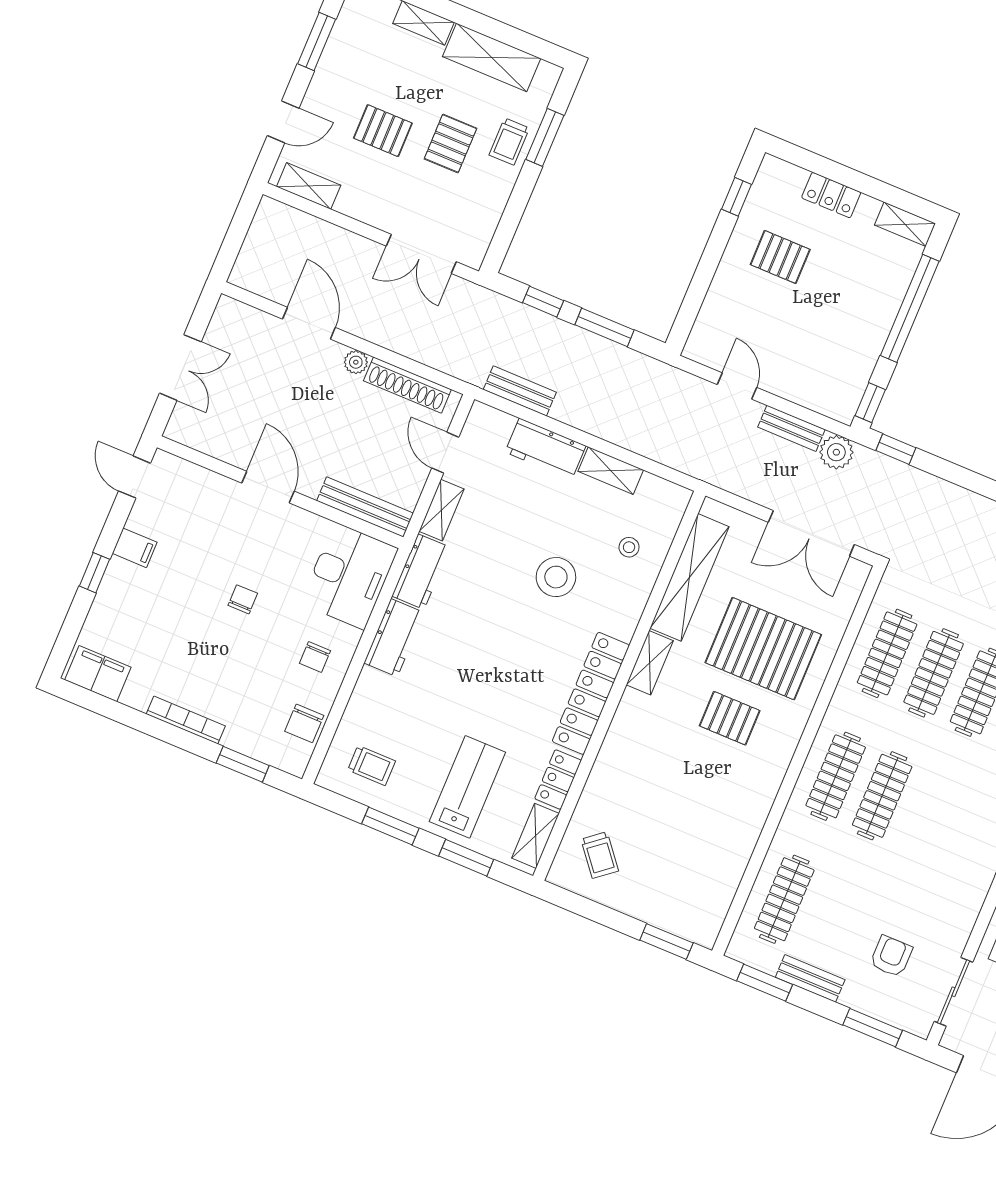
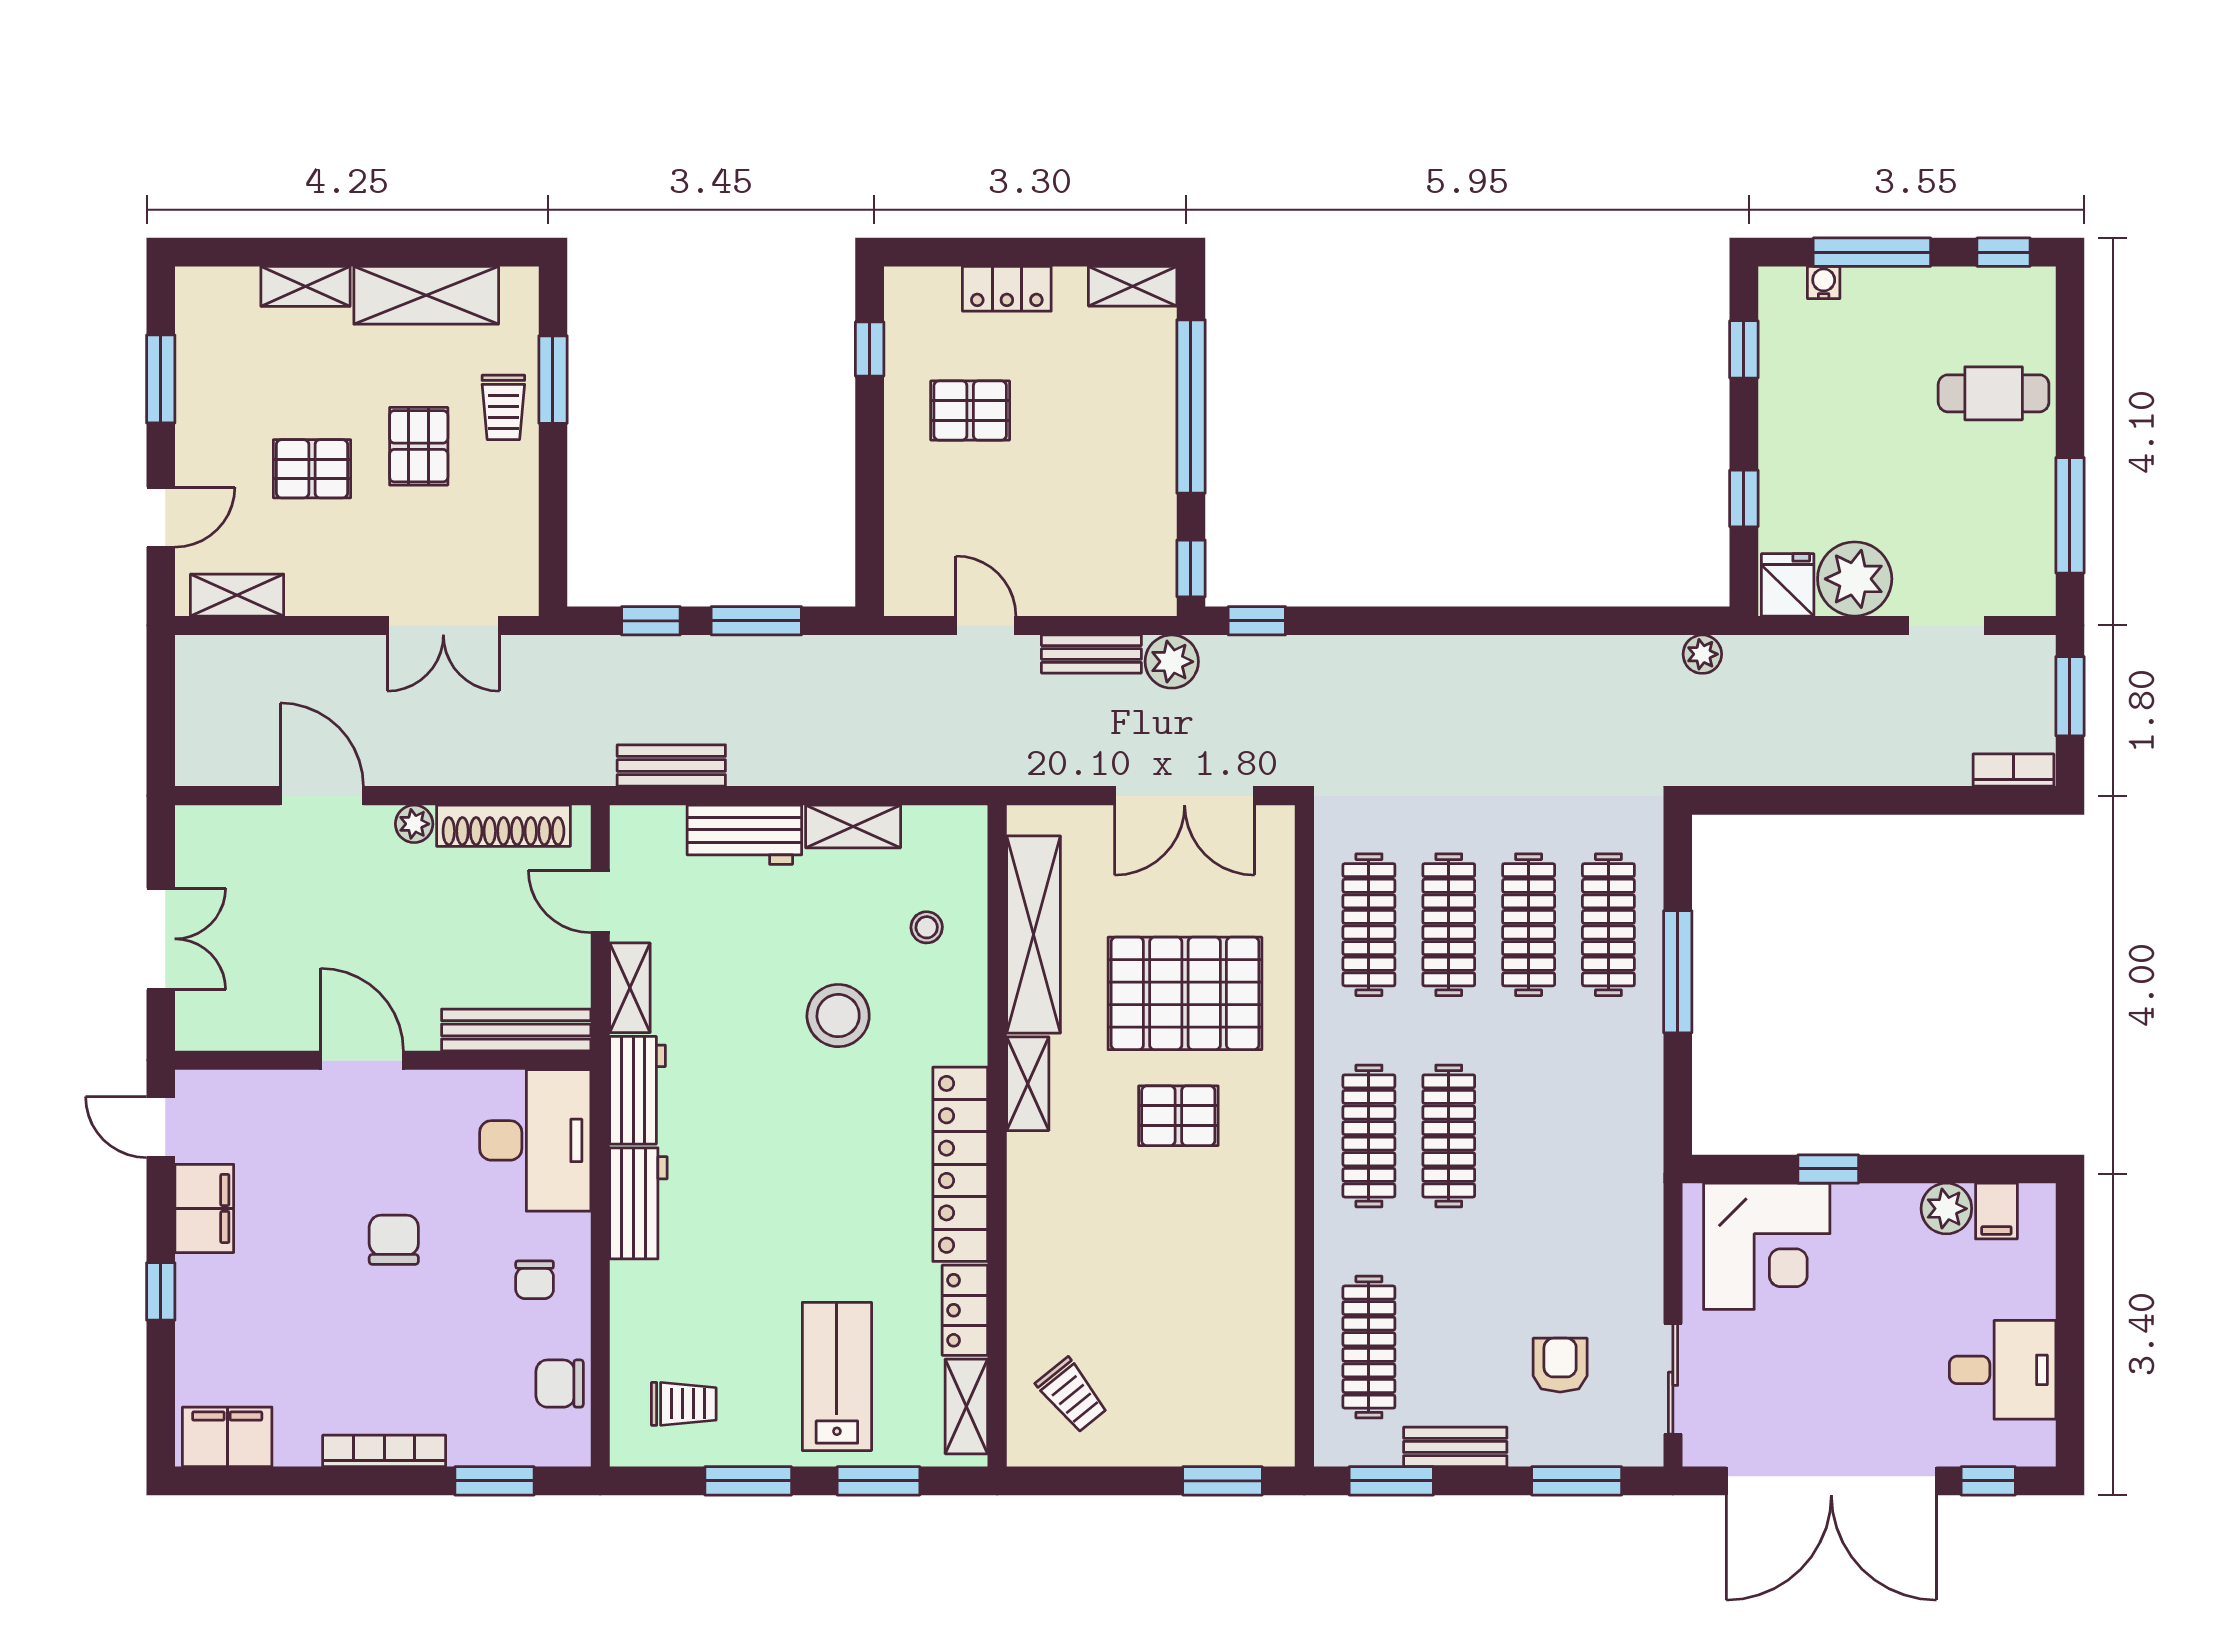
filing cabinet: (135, 548) -> (204, 1208), width x2.00
chair: (243, 599) -> (394, 1240), width x1.37, depth x1.37
chair: (304, 723) -> (560, 1384), turned 90

